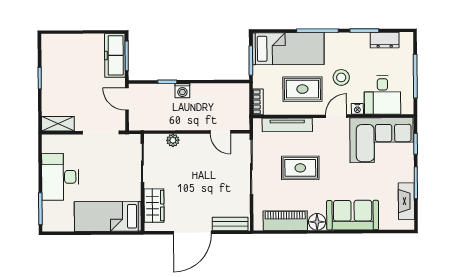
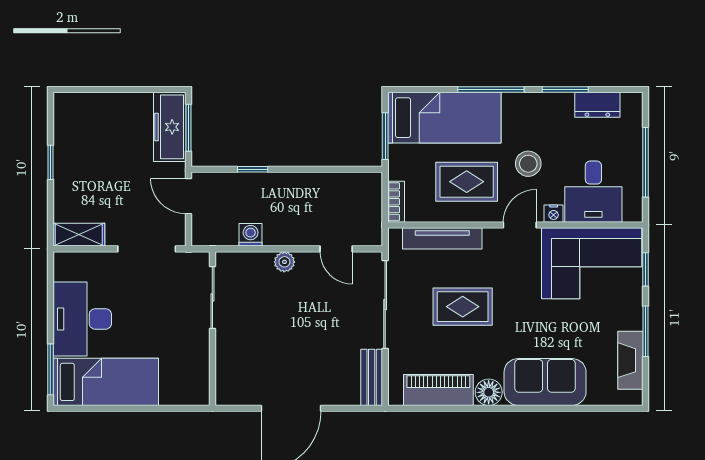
washing machine: (182, 91) -> (251, 235), moved, turned 180
plant: (173, 140) -> (284, 262), moved
wardrobe: (154, 206) -> (231, 365), removed
bed: (108, 216) -> (106, 382), moved, turned 180
bench: (230, 224) -> (372, 377), moved, turned 90

